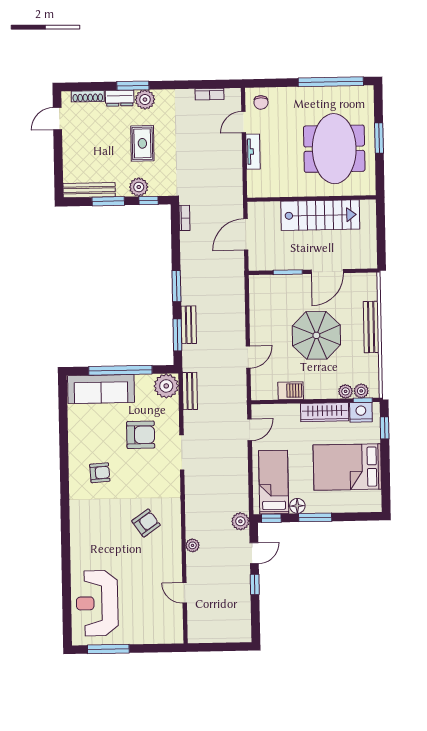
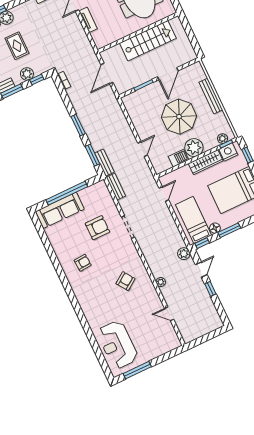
bench: (189, 325) -> (105, 163), moved
plant: (166, 386) -> (100, 190), removed
plant: (346, 391) -> (194, 148), moved, width x1.88, depth x1.88

